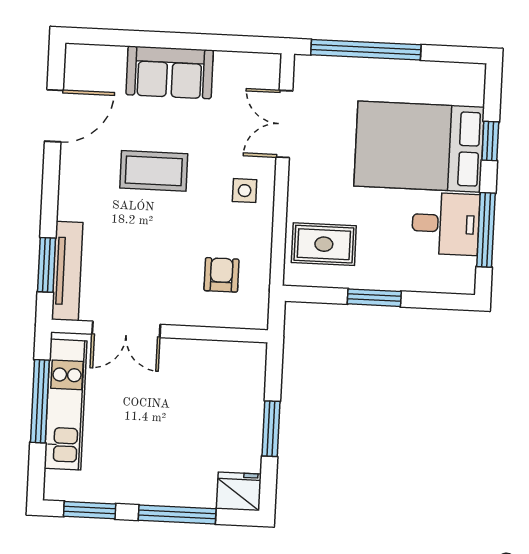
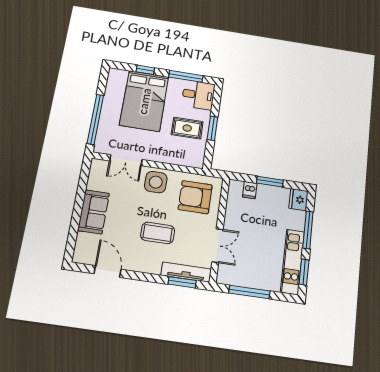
coffee table: (154, 171) -> (158, 233), moved, turned 90
side table: (245, 191) -> (156, 182), width x1.87, depth x1.87
desk: (446, 224) -> (198, 95), moved, turned 90
rug: (324, 244) -> (187, 128), moved, turned 90
armchair: (221, 275) -> (195, 197), width x1.88, depth x1.88
dishwasher: (248, 387) -> (250, 190), added
kitchen unit: (66, 405) -> (292, 262), moved, turned -90

